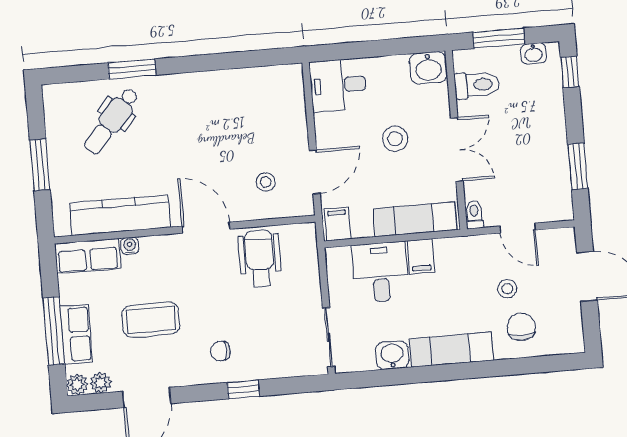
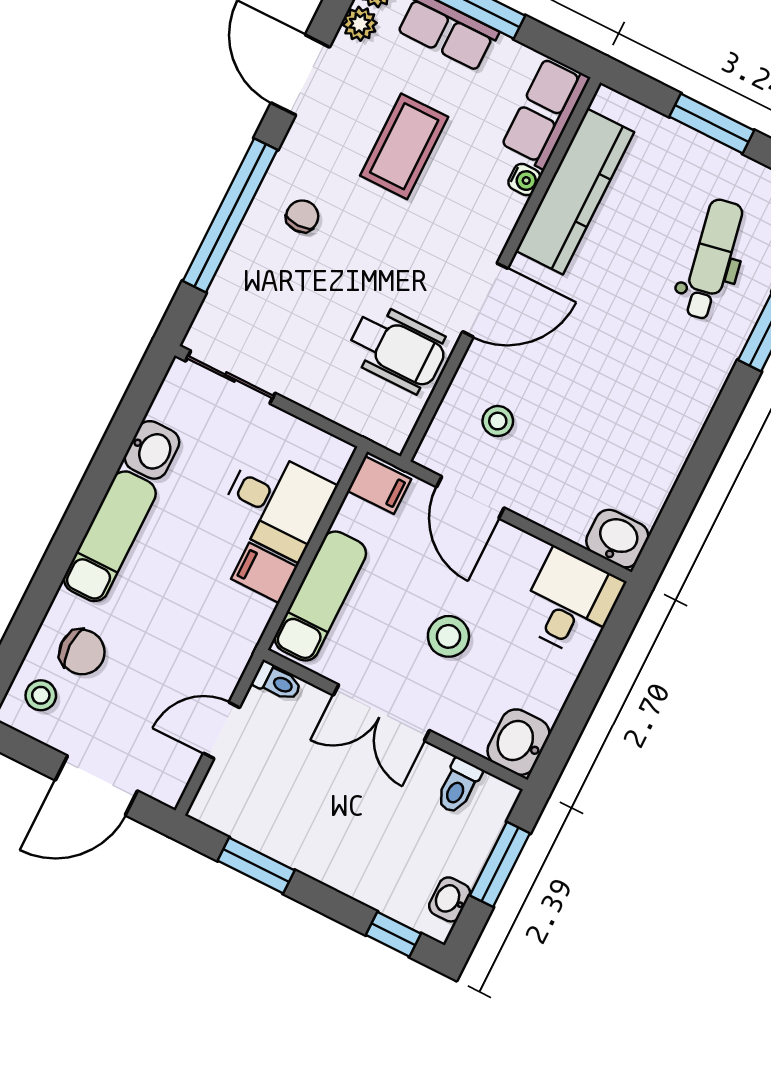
washbasin: (289, 81) -> (617, 539), added
toilet: (477, 85) -> (458, 786), width x0.73, depth x0.72
dental chair: (111, 121) -> (712, 259), turned 38
stool: (507, 289) -> (41, 695), moved
window: (243, 389) -> (230, 215), width x3.17

